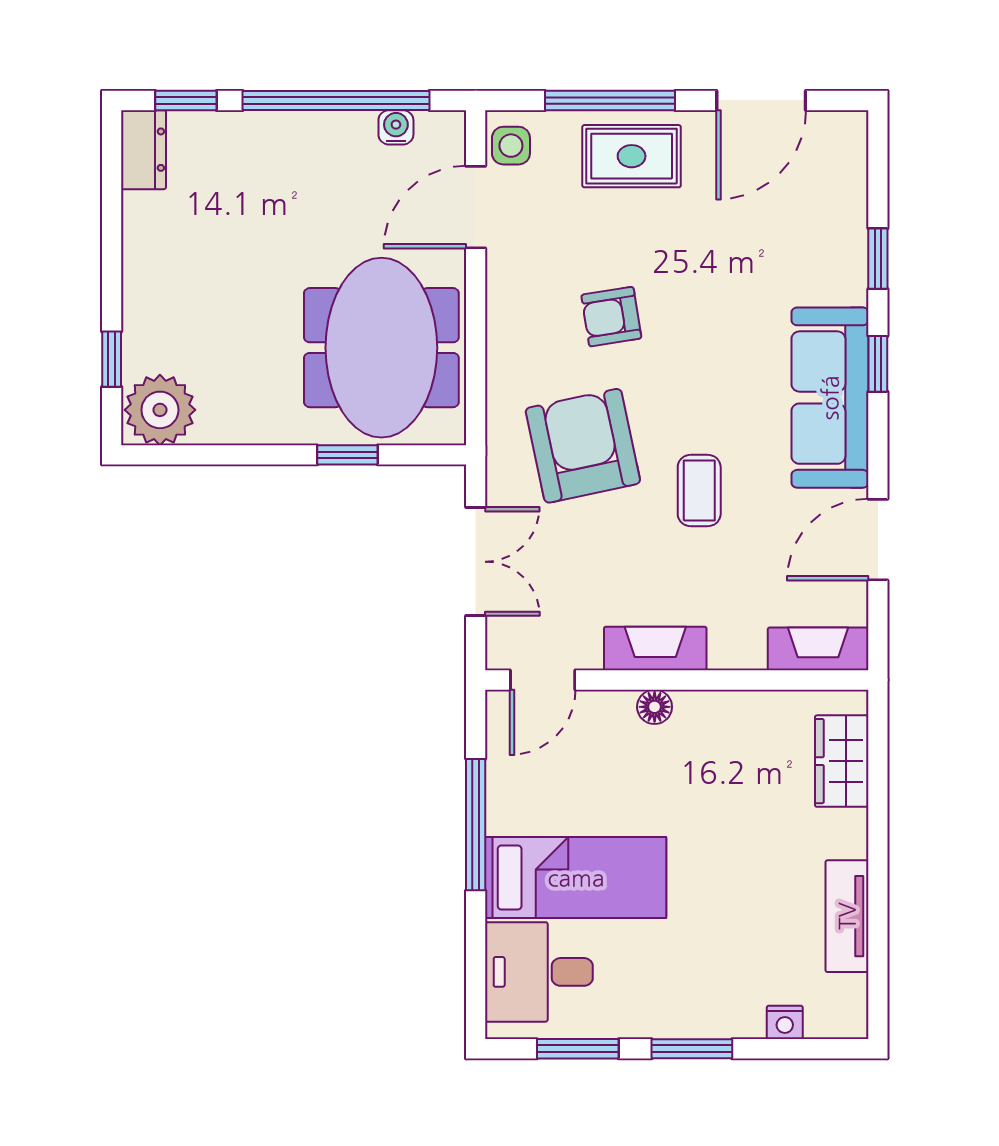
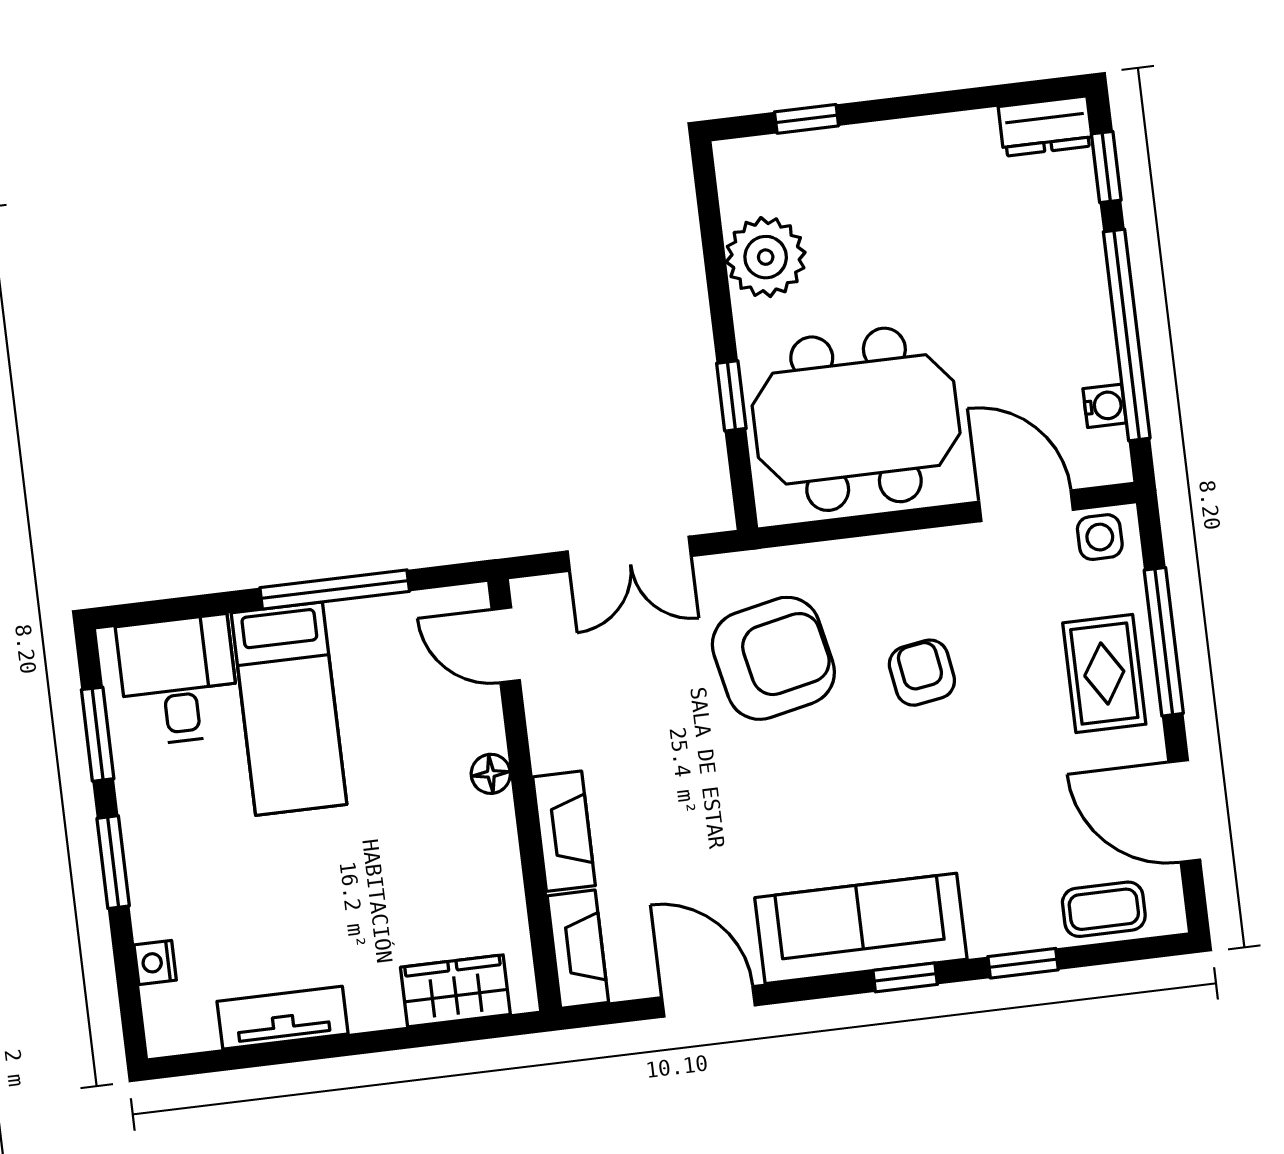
plant: (160, 410) -> (766, 257), moved
coffee table: (699, 491) -> (1104, 909), moved
fireplace: (655, 648) -> (564, 831), moved

